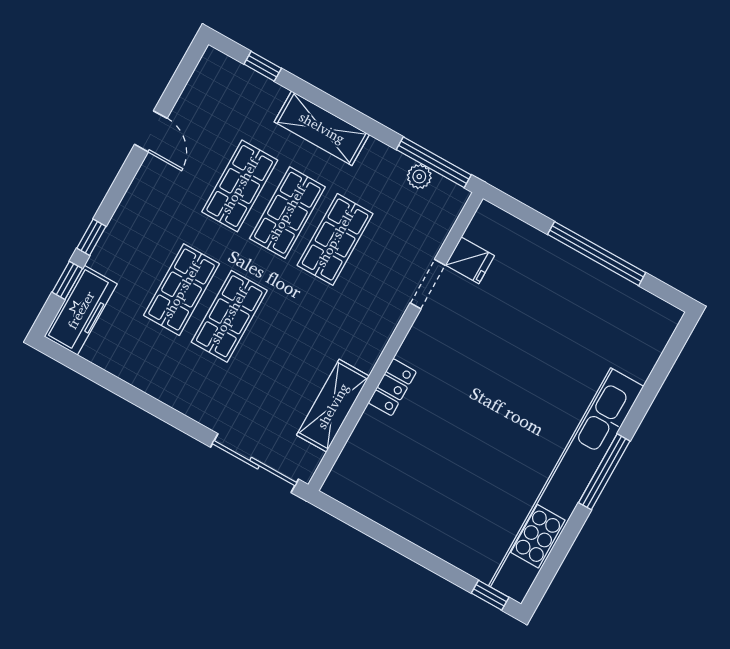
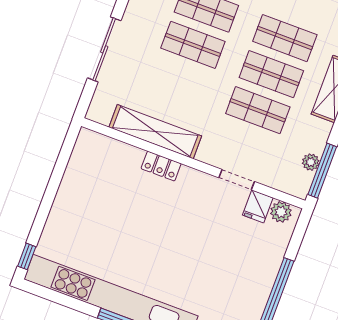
plant: (483, 229) -> (281, 212), added
shelving: (333, 406) -> (155, 132), width x1.47
sliding door: (255, 463) -> (104, 49), moved

